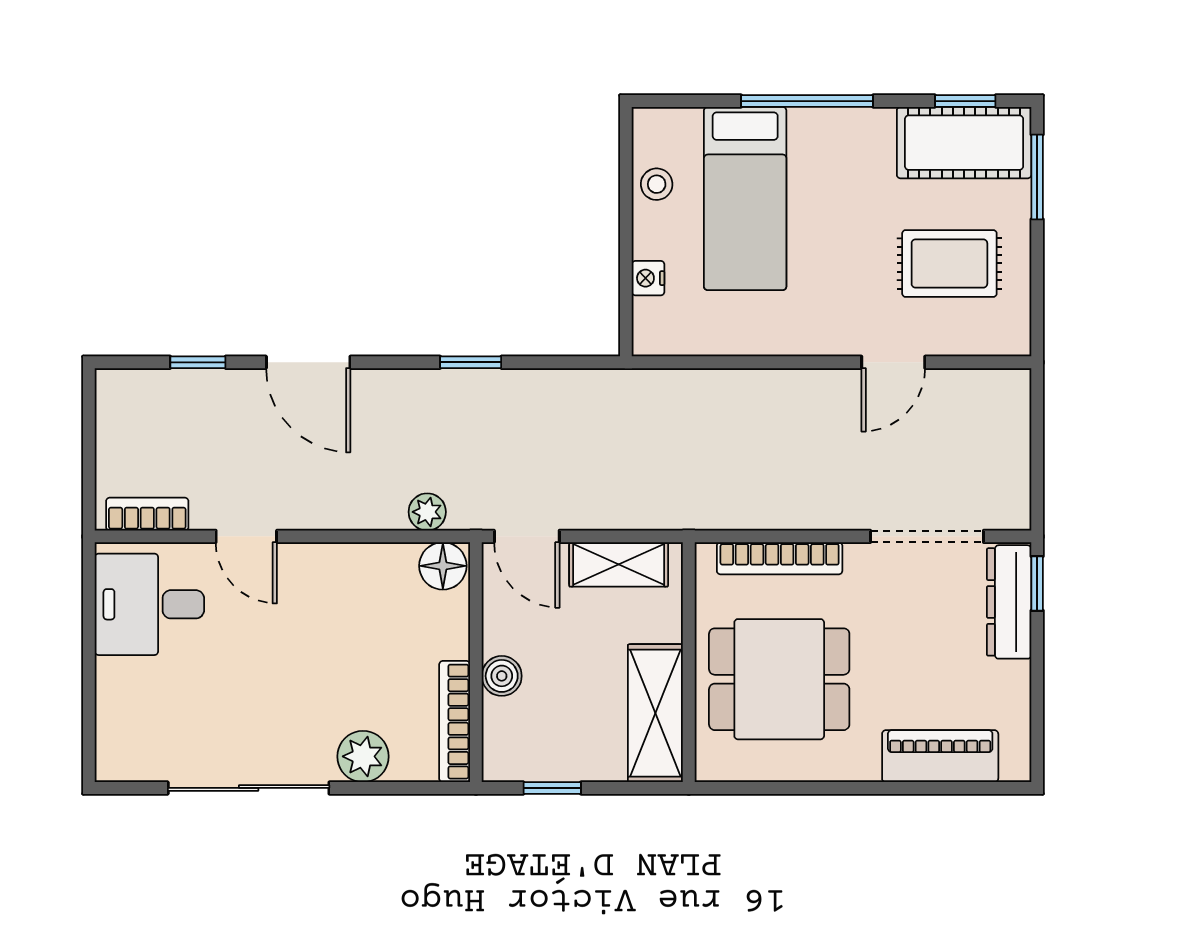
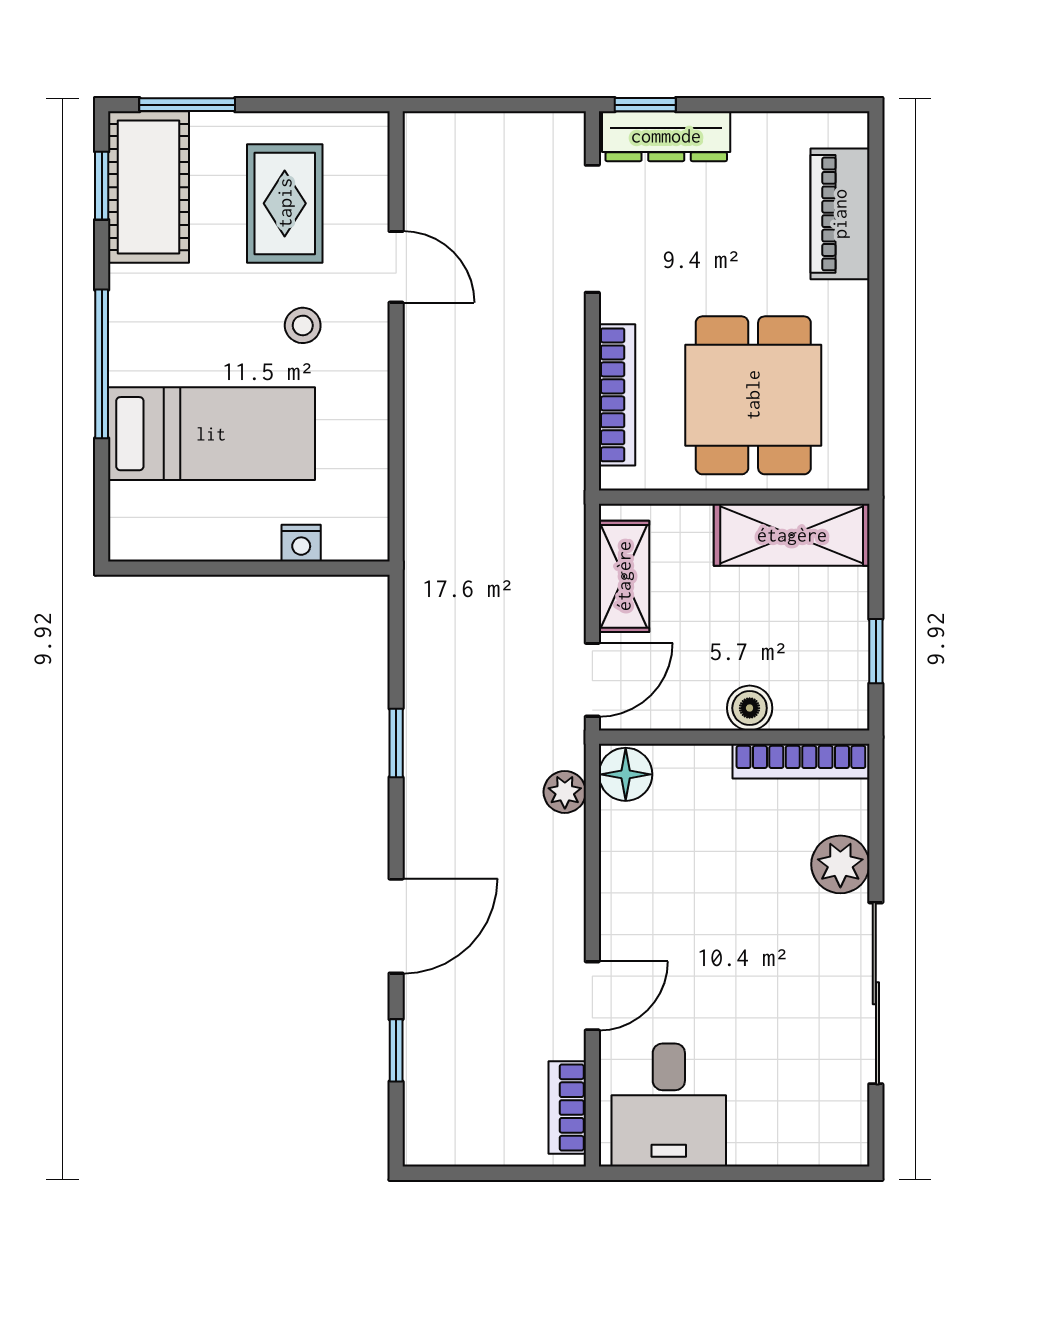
stool: (657, 184) -> (303, 325), moved

